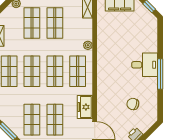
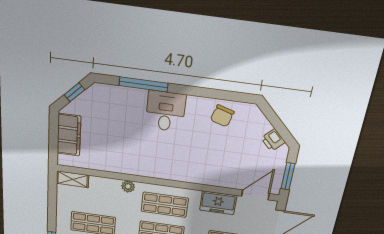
window: (160, 74) -> (144, 84), moved
chair: (133, 104) -> (222, 116), moved

